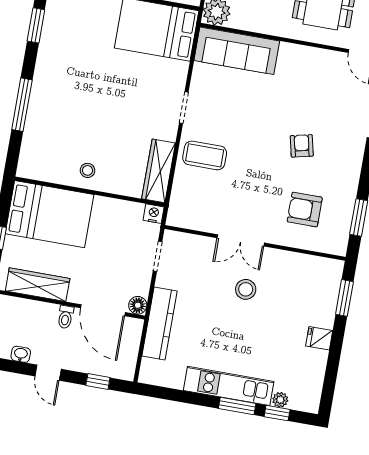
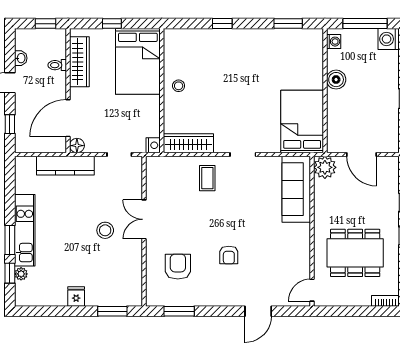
window: (22, 105) -> (222, 24), width x0.46
armchair: (302, 146) -> (229, 255), turned 103
coffee table: (205, 155) -> (207, 178), width x0.73, depth x0.77
toilet: (65, 317) -> (57, 65), moved

